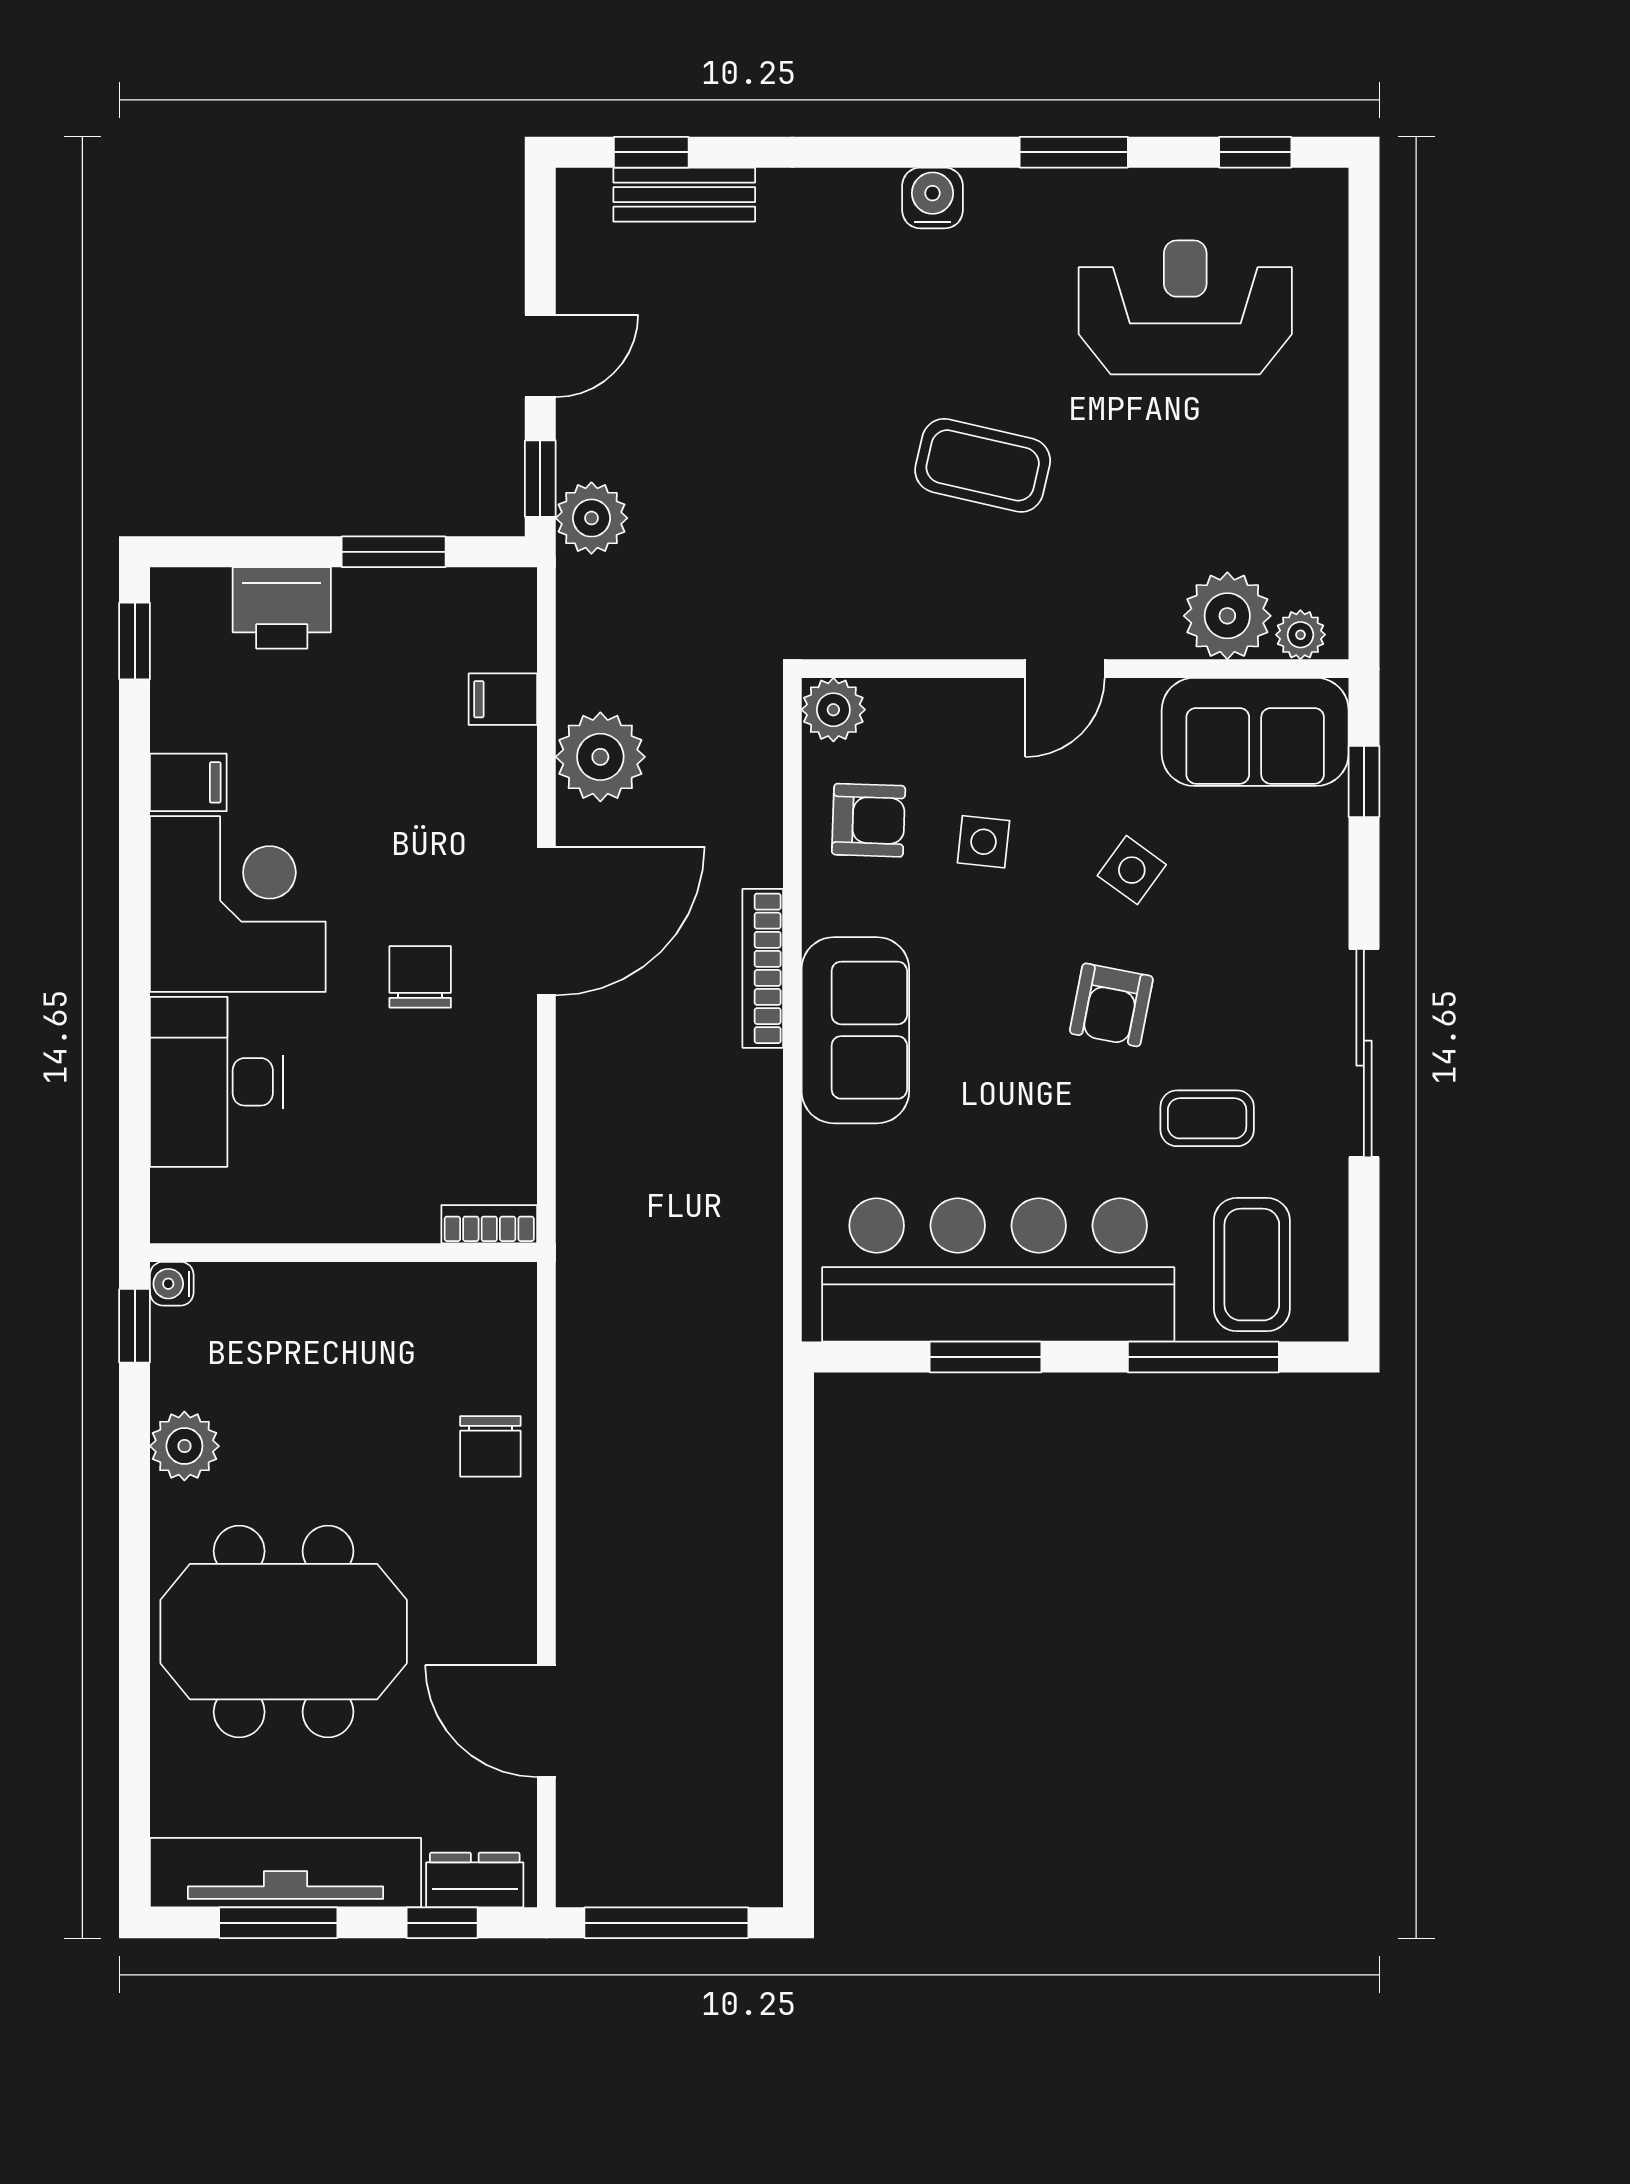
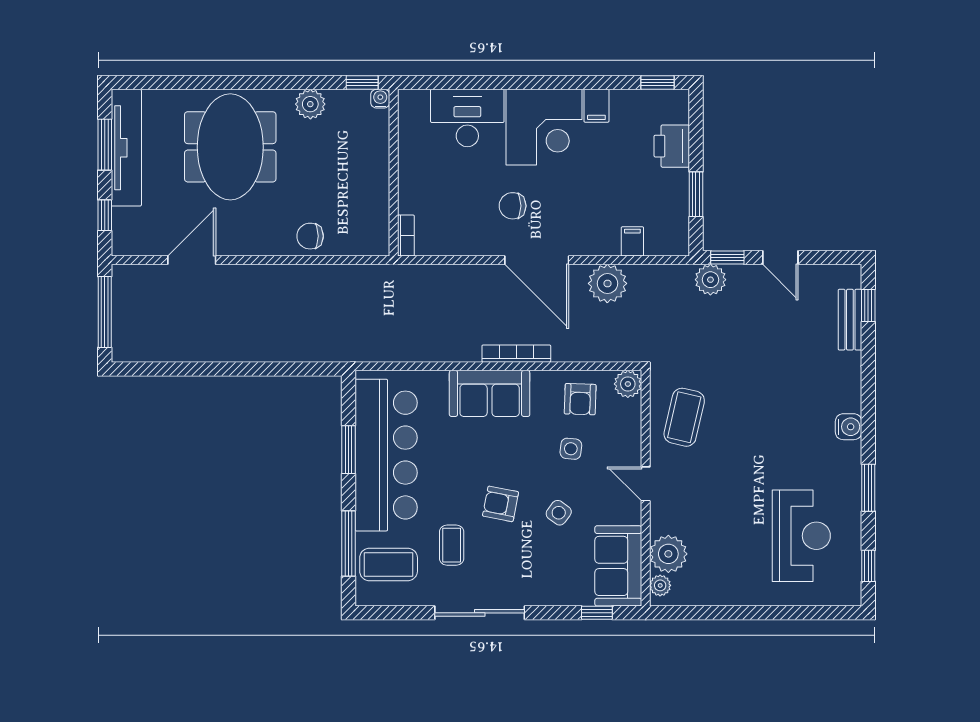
coffee table: (983, 465) -> (684, 417), moved
chair: (420, 977) -> (513, 206), turned 180
dresser: (475, 1880) -> (123, 229), removed

